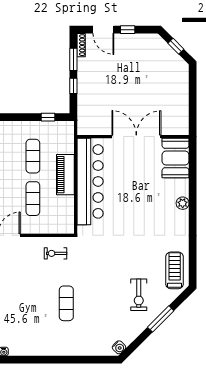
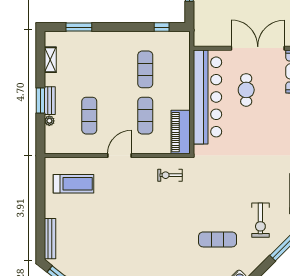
piano: (65, 175) -> (181, 132), moved
cafe table: (126, 175) -> (246, 90), added
exercise mat: (66, 303) -> (218, 239), moved, turned 90

